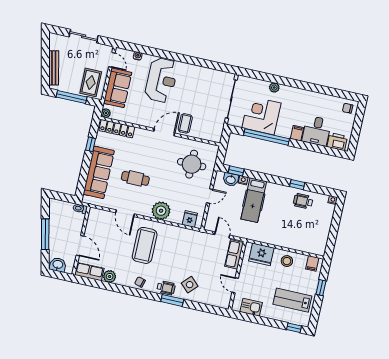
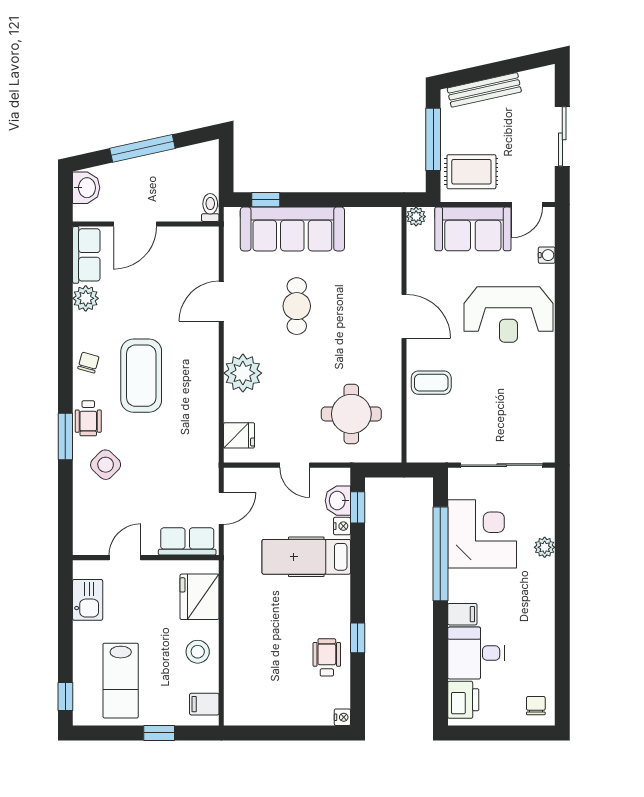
locker: (117, 129) -> (389, 246), removed
door: (164, 132) -> (404, 316), moved
window: (91, 144) -> (266, 200), moved
coffee table: (145, 245) -> (141, 376), moved, turned 90
lab bench: (292, 300) -> (121, 681), turned 180

